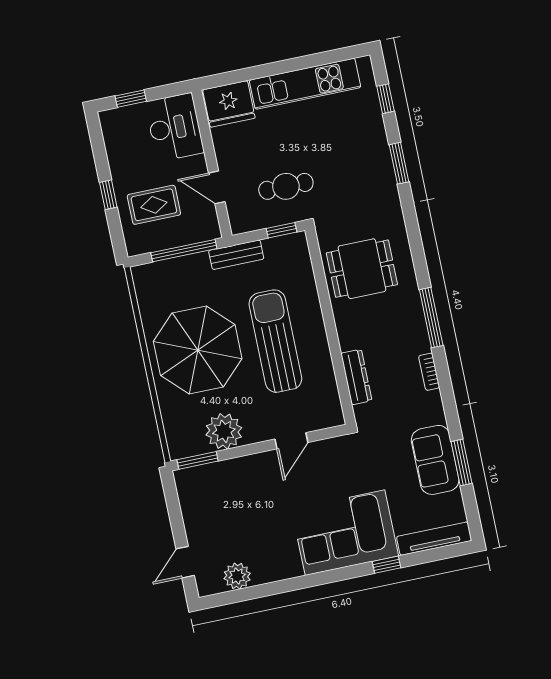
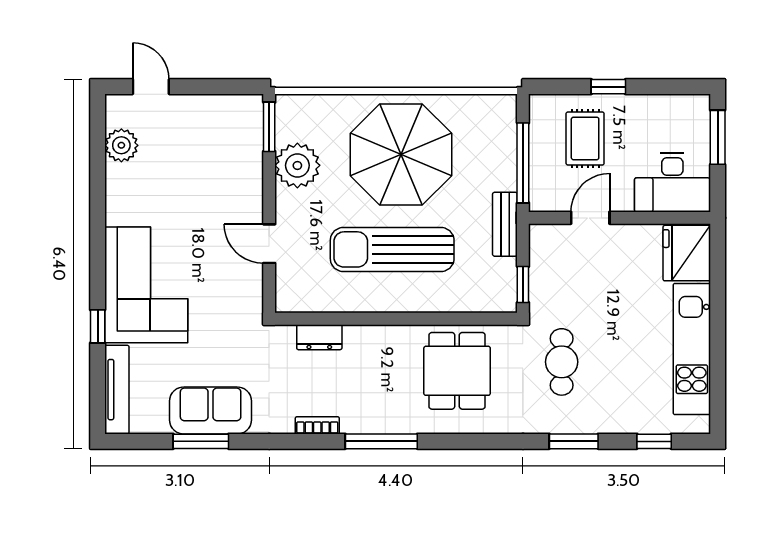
window: (131, 99) -> (718, 137), width x1.50
cafe table: (286, 186) -> (562, 362), moved
sun lounger: (275, 341) -> (392, 249), turned 180
dresser: (356, 377) -> (319, 337), width x0.70

